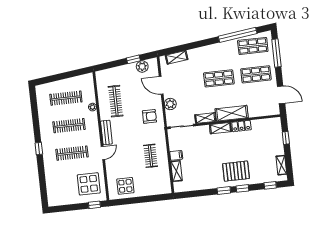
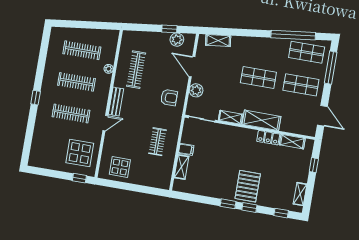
shelving: (220, 128) -> (292, 142), moved
pallet: (236, 171) -> (248, 186), turned 90

